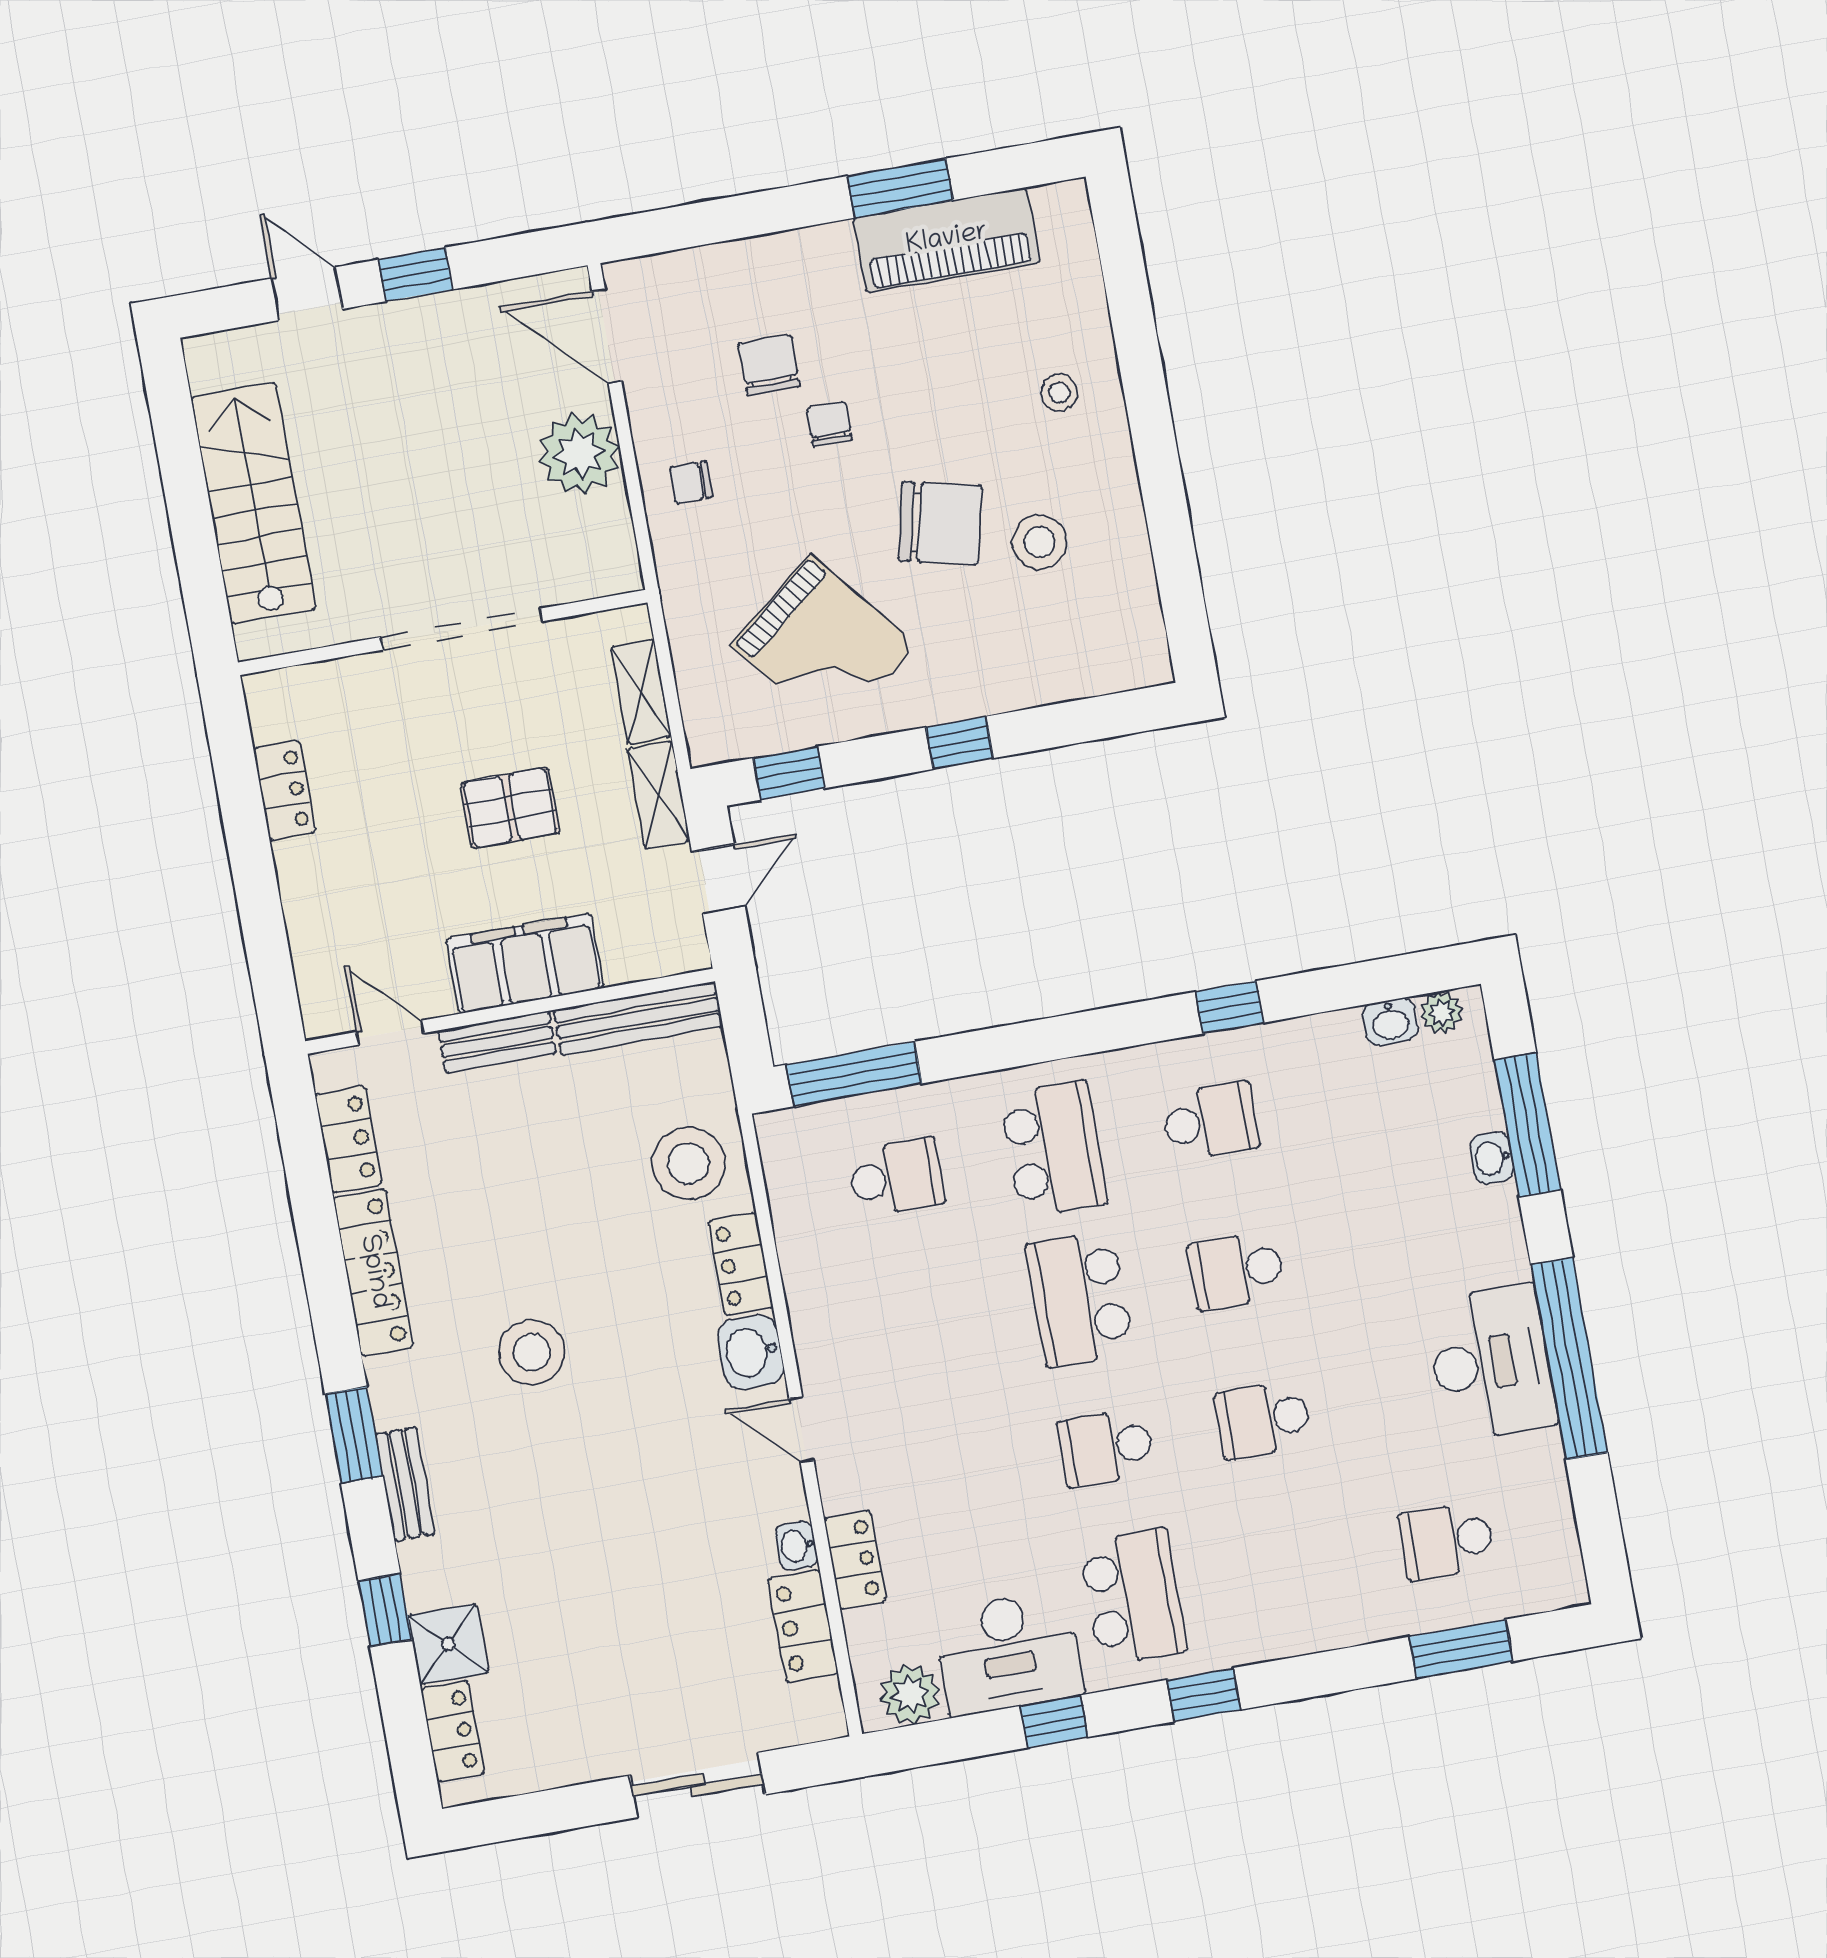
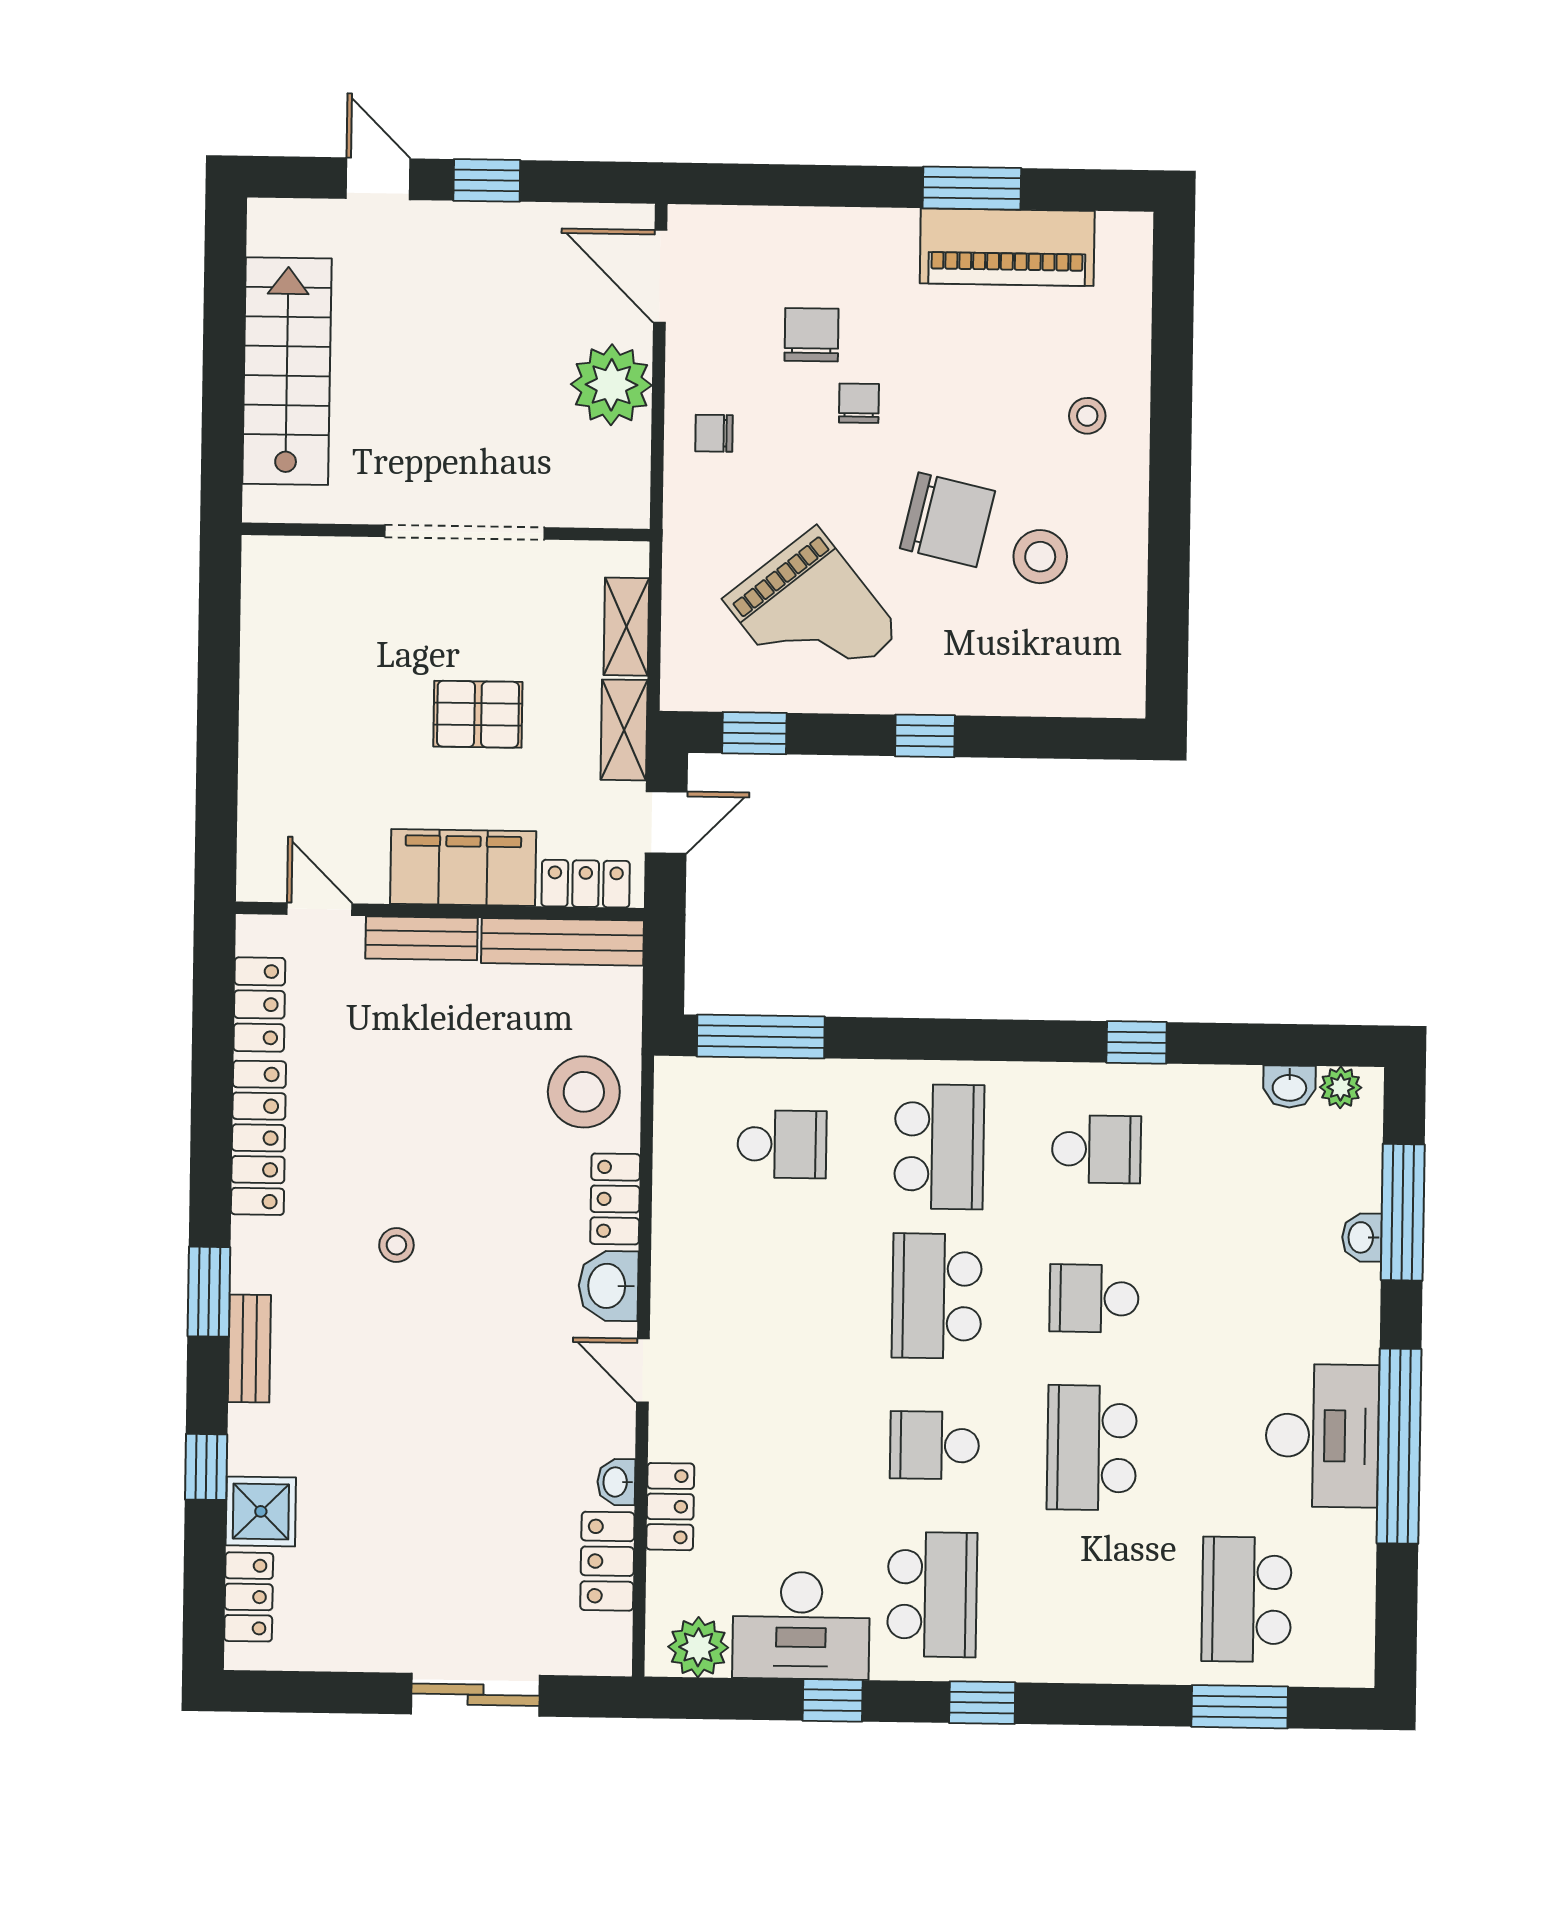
locker: (285, 790) -> (586, 884), moved, turned -90
stool: (532, 1352) -> (396, 1245), width x0.53, depth x0.53
school desk: (1263, 1420) -> (1092, 1448), width x1.85
school desk: (1447, 1541) -> (1247, 1599), width x1.85

